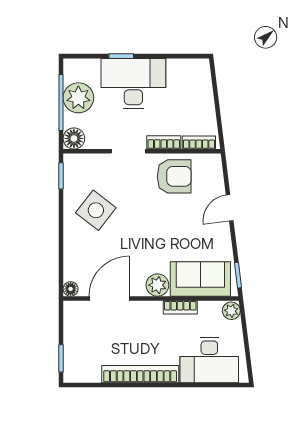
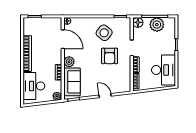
desk: (133, 84) -> (164, 70), moved
armchair: (174, 176) -> (110, 56), moved

